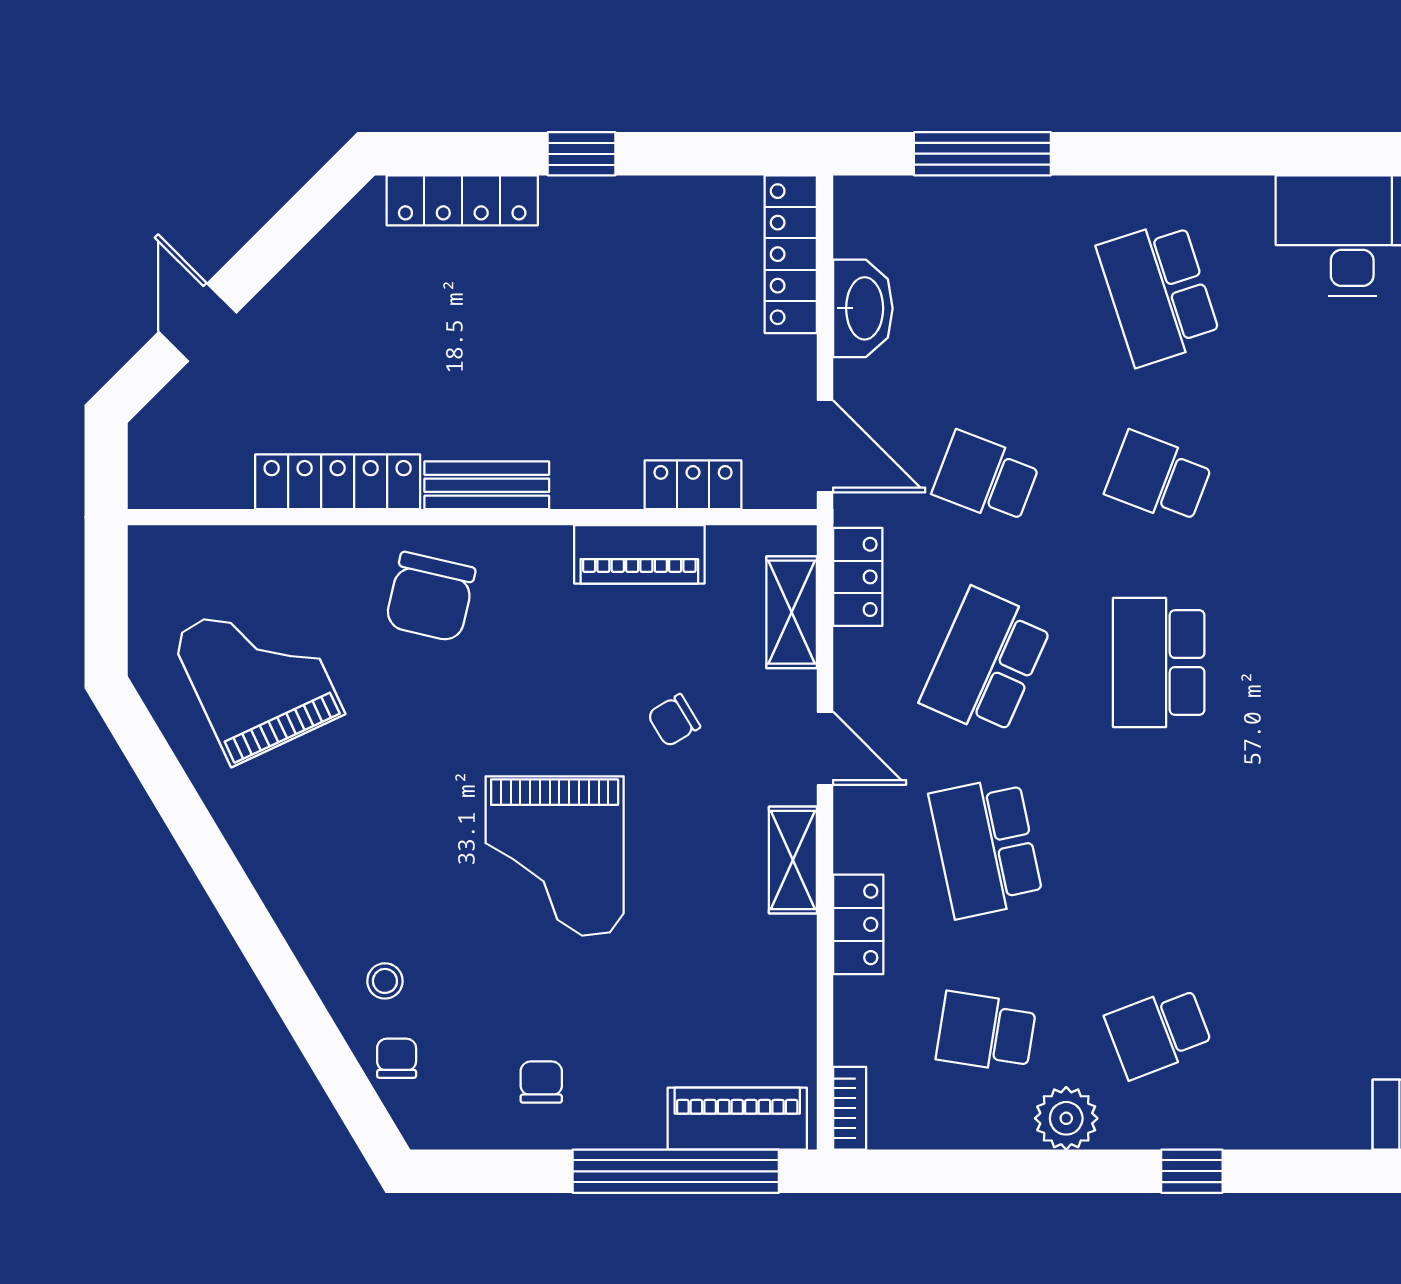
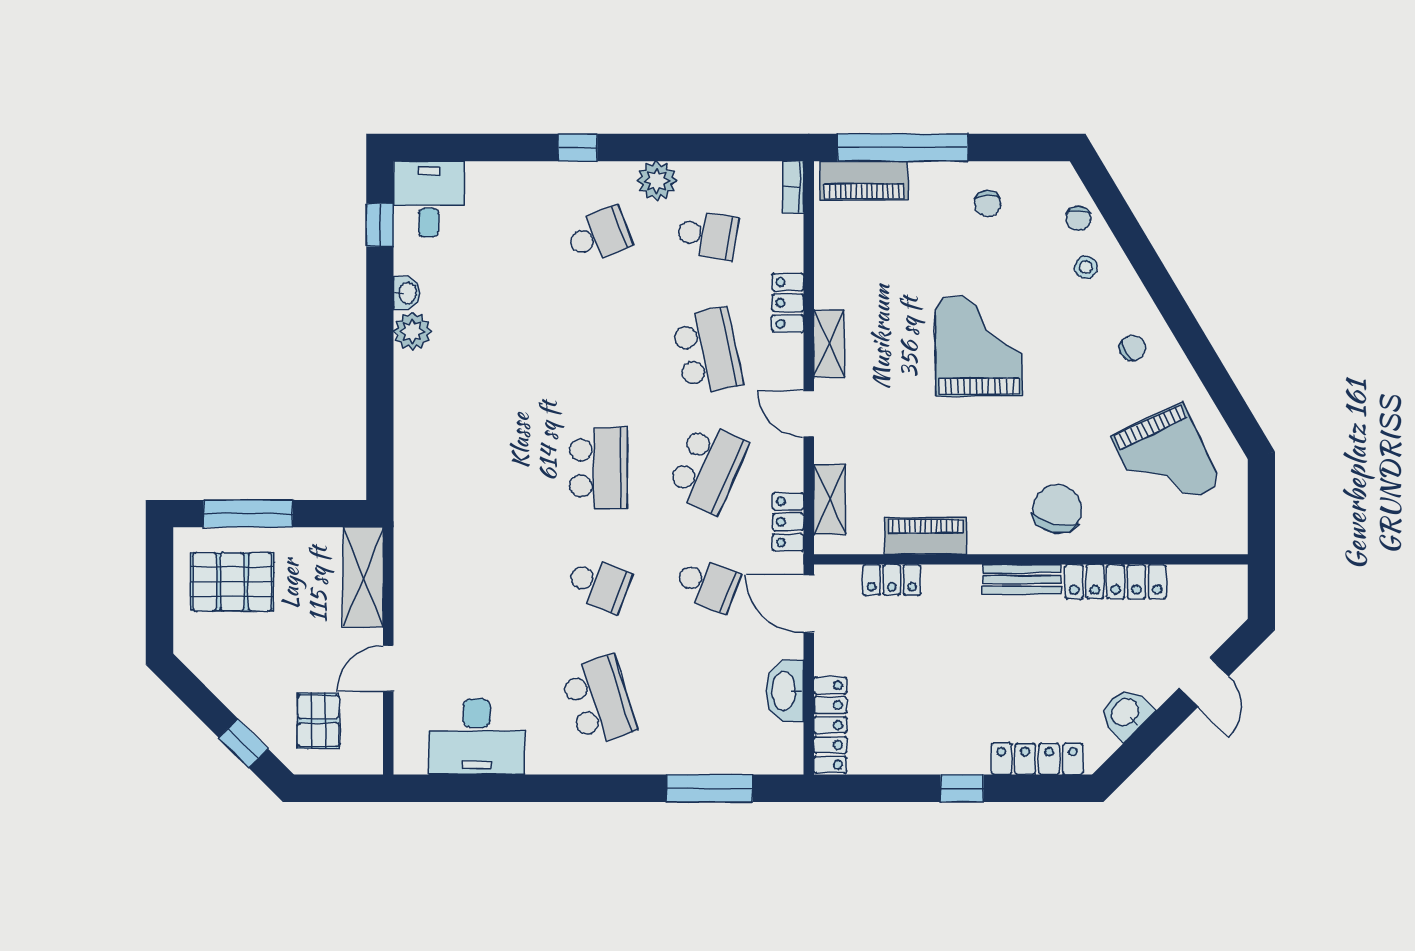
washbasin: (321, 273) -> (1126, 713), added
chair: (674, 720) -> (1132, 348), moved

